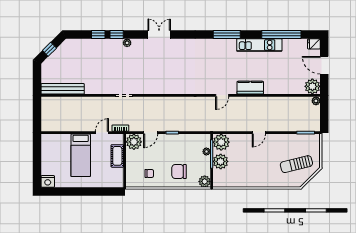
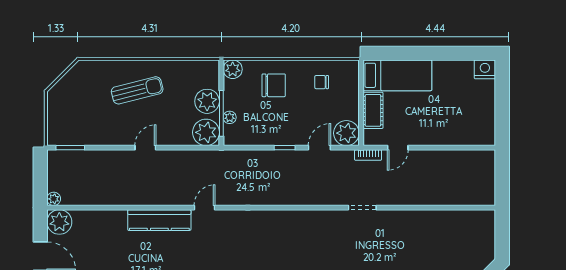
kitchen counter: (250, 88) -> (159, 220), width x1.50
bench: (63, 89) -> (461, 218), removed
bed: (81, 155) -> (397, 75), moved, turned 90
sun lounger: (296, 164) -> (137, 90), moved

